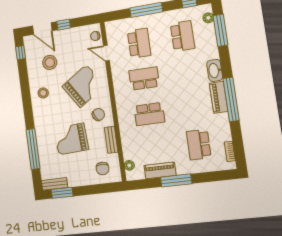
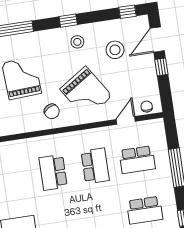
window: (27, 100) -> (68, 21), added
bench: (111, 140) -> (22, 127), removed

